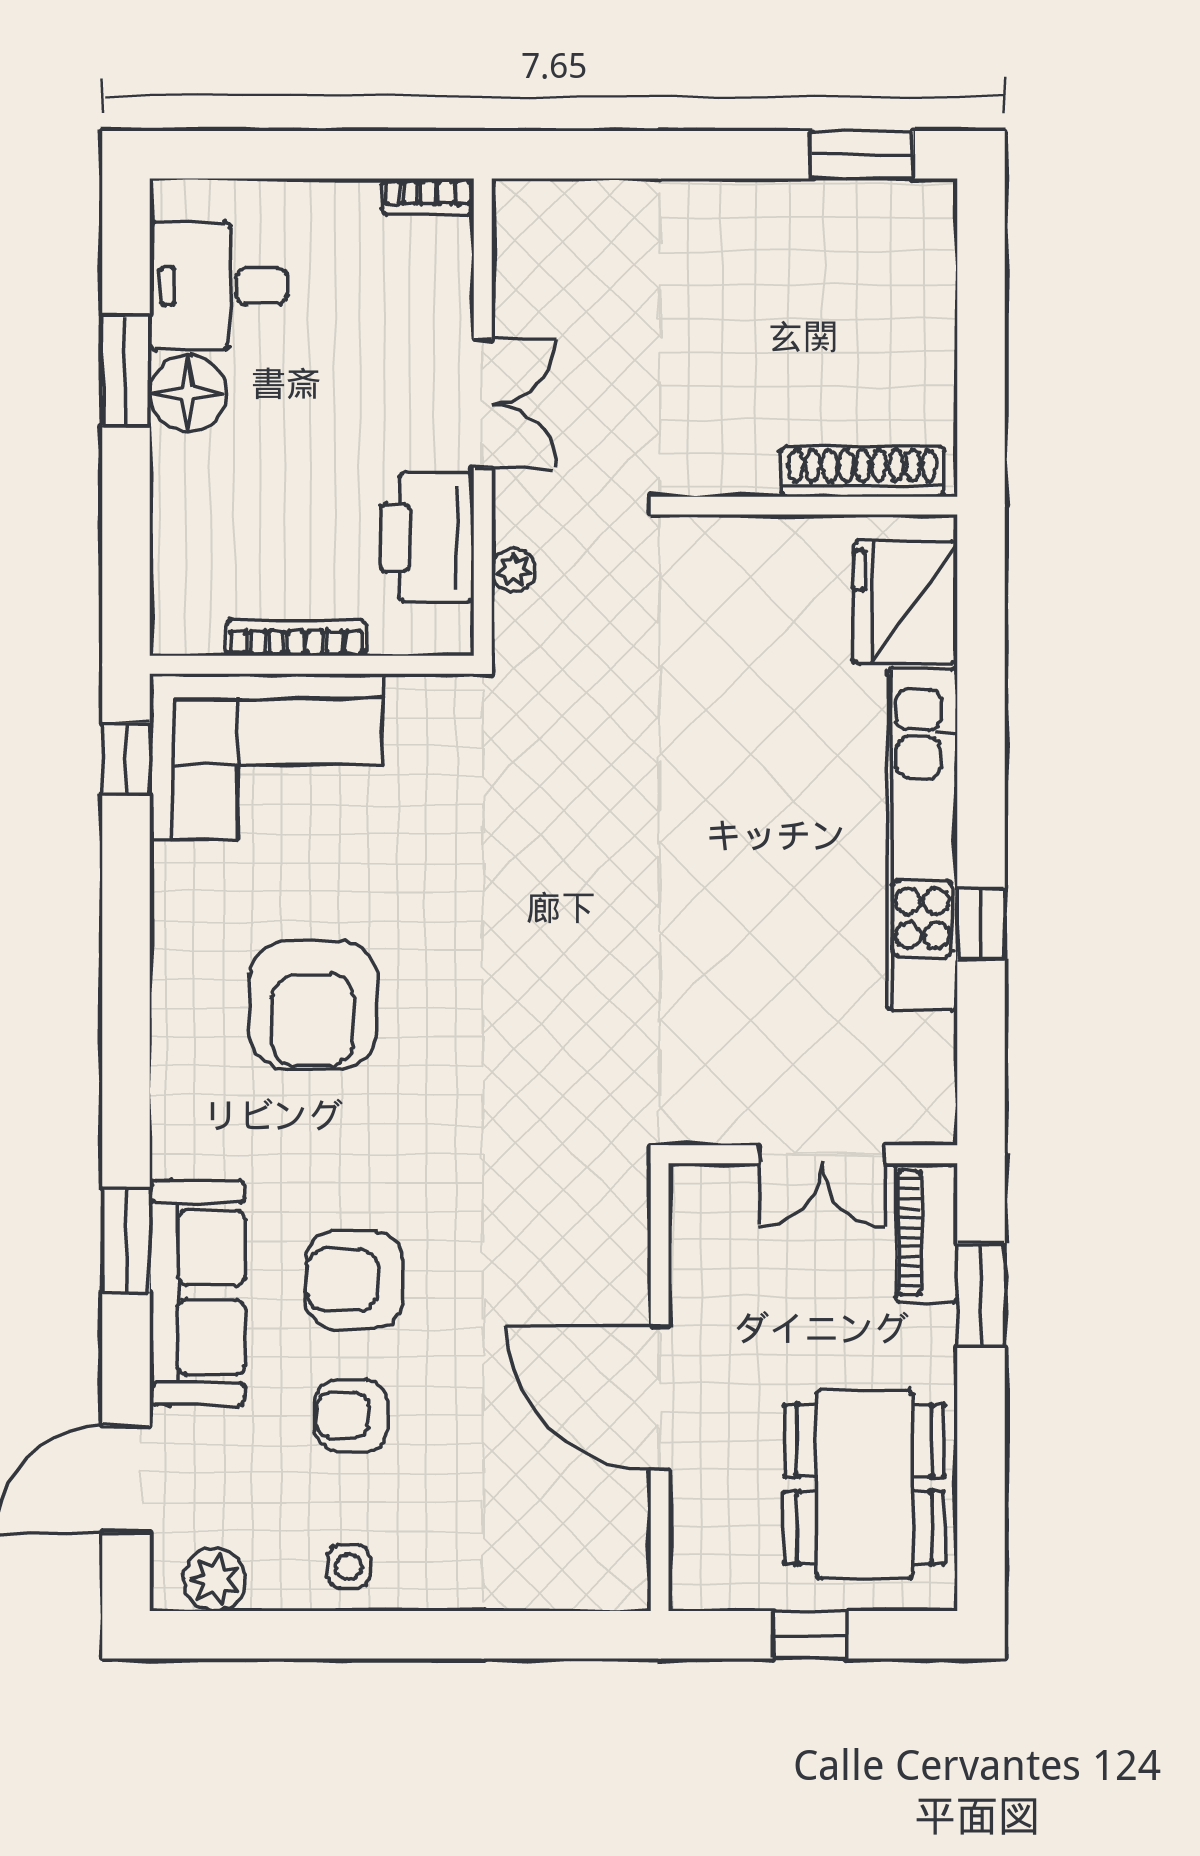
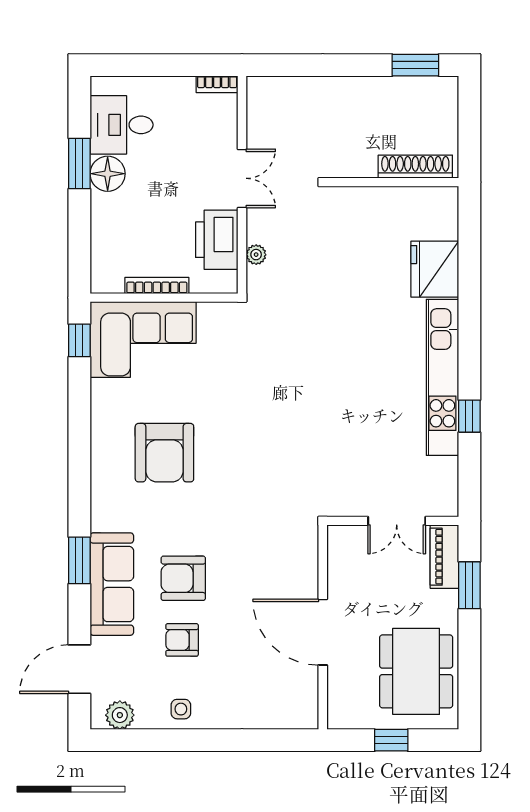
shoe rack: (863, 472) -> (415, 167), moved
wall: (813, 506) -> (393, 182), moved

